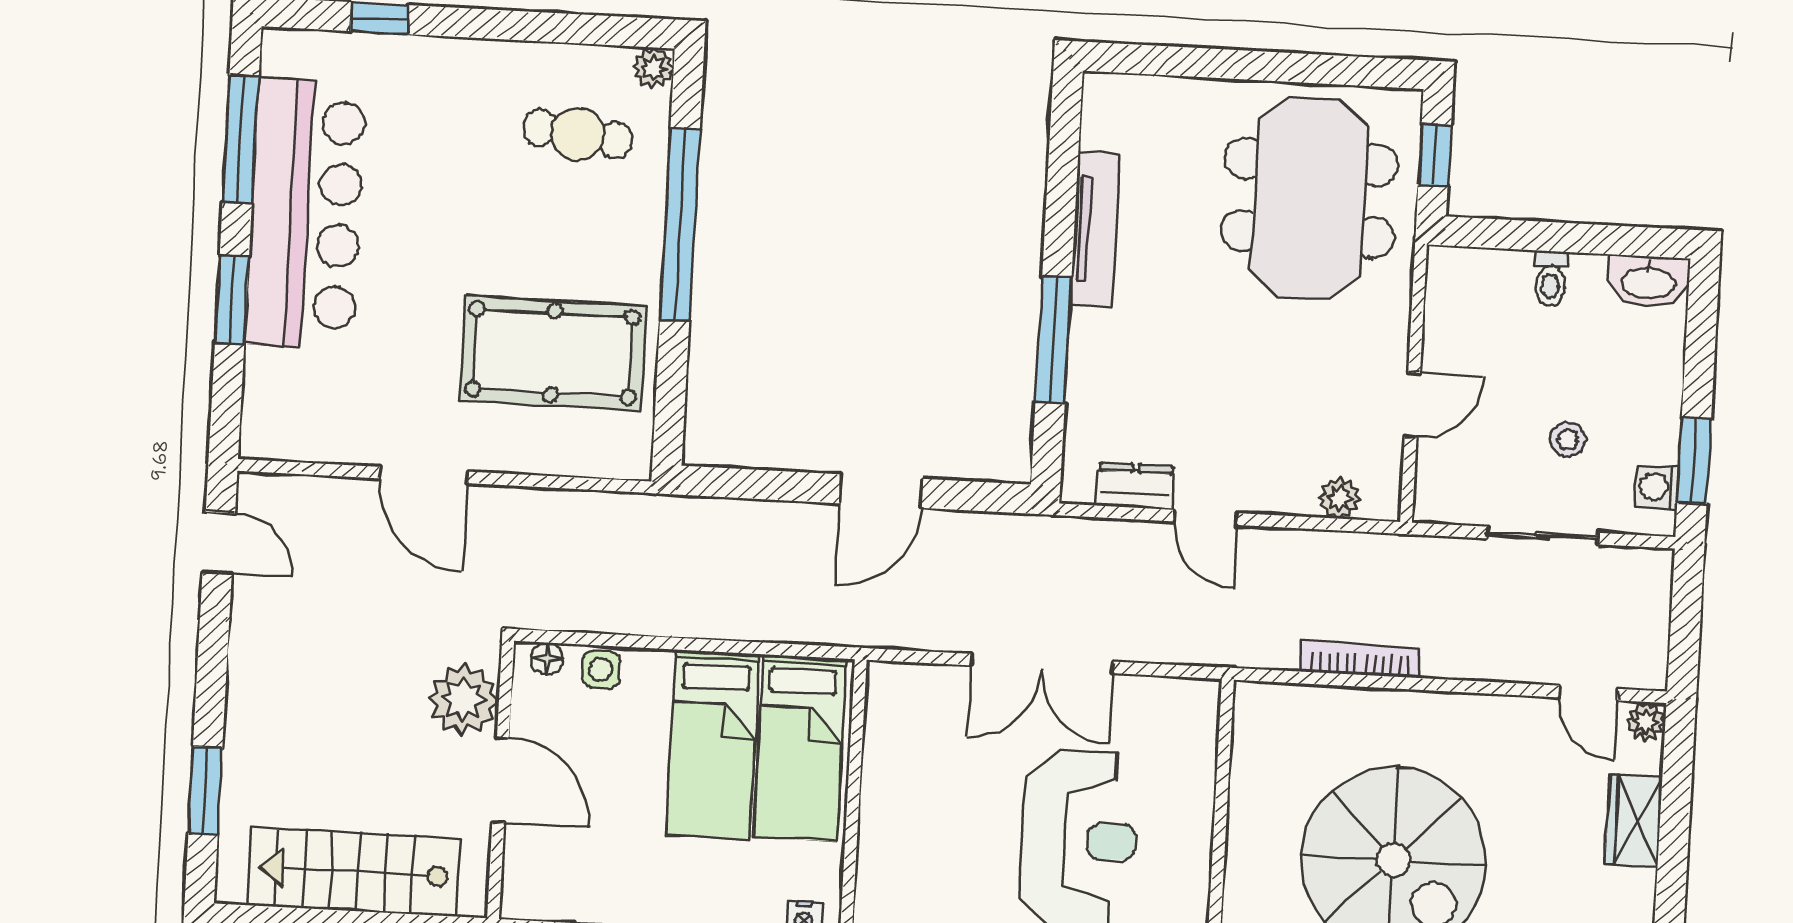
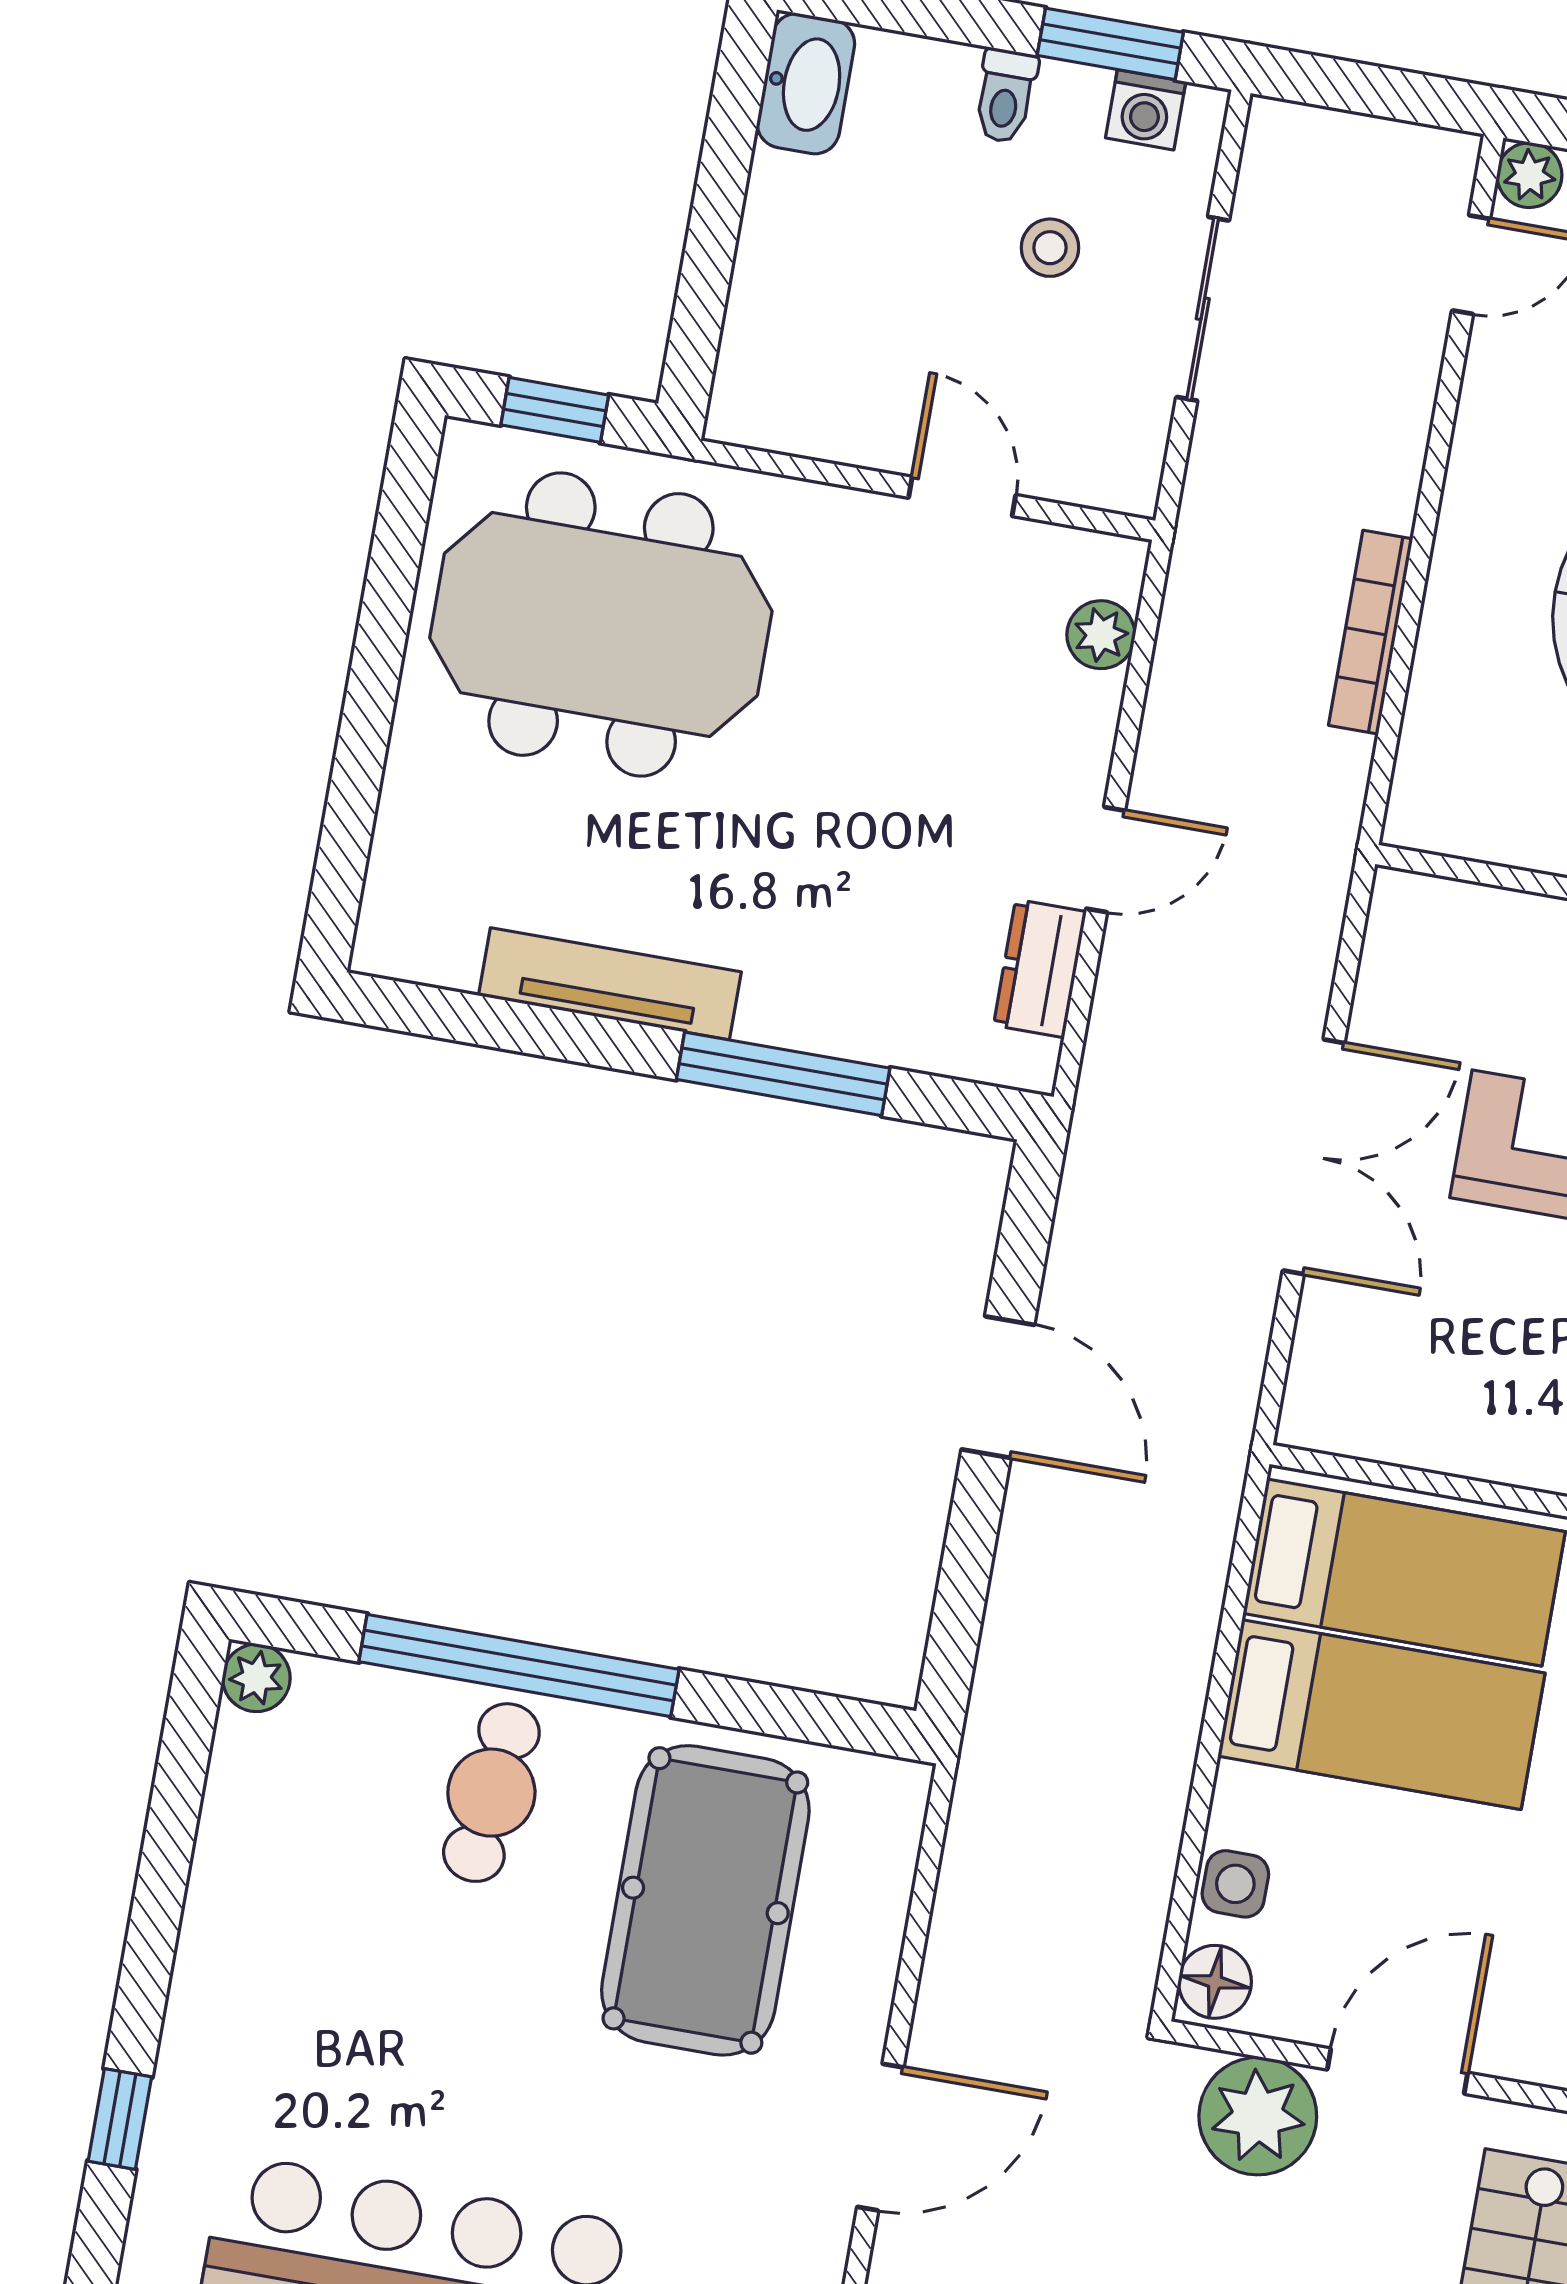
cafe table: (577, 134) -> (491, 1793), moved
toilet: (1551, 278) -> (1005, 96), moved, turned 90
floor lamp: (547, 659) -> (1215, 1982), width x1.37, depth x1.37

